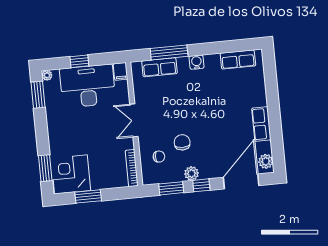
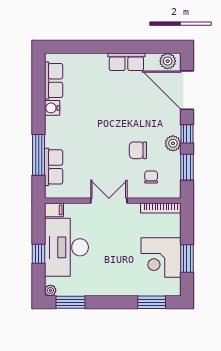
water cooler: (196, 62) -> (52, 108), moved
double door: (134, 120) -> (109, 201), swing flipped
corner desk: (71, 174) -> (161, 257), moved

